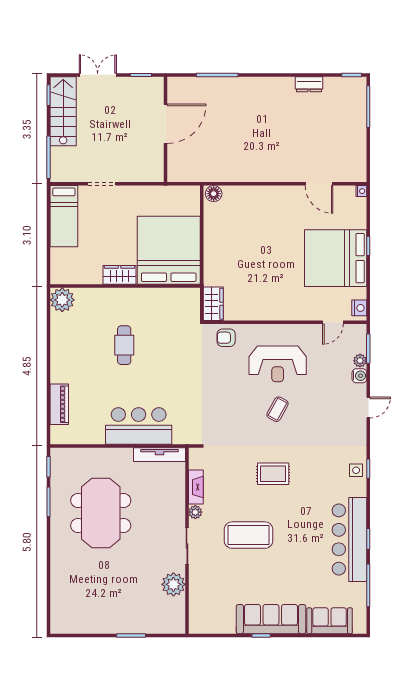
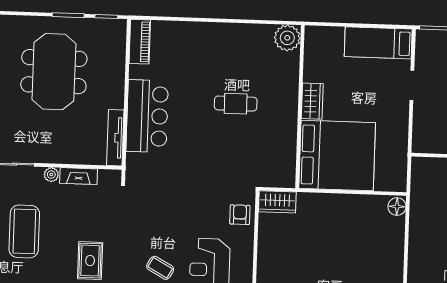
piano: (59, 404) -> (140, 42), moved, turned -90
meeting table: (101, 513) -> (54, 72), turned 90

